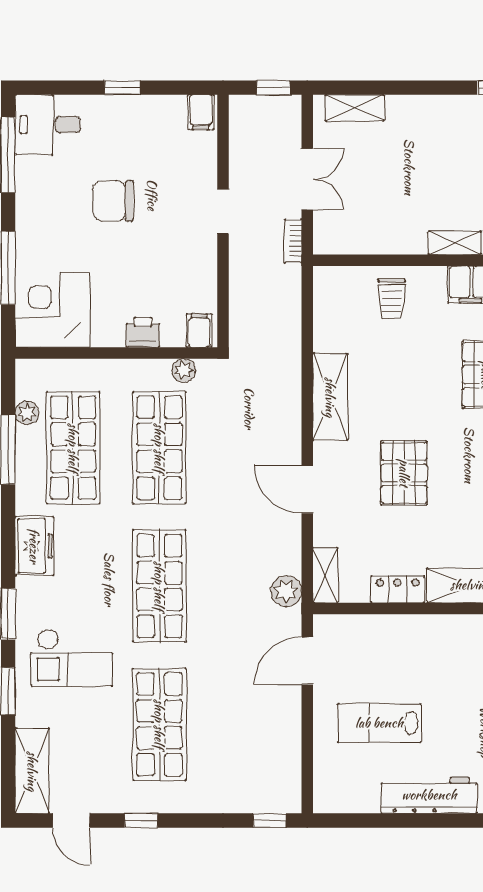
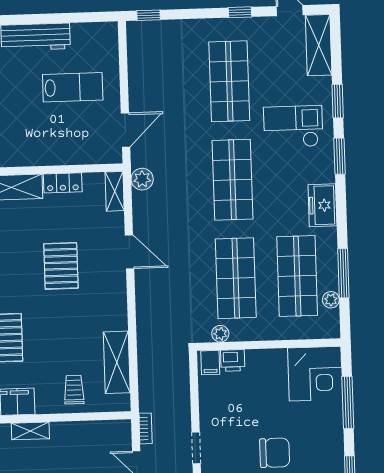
printer: (143, 332) -> (233, 360), moved
shelving: (330, 397) -> (117, 362), moved

